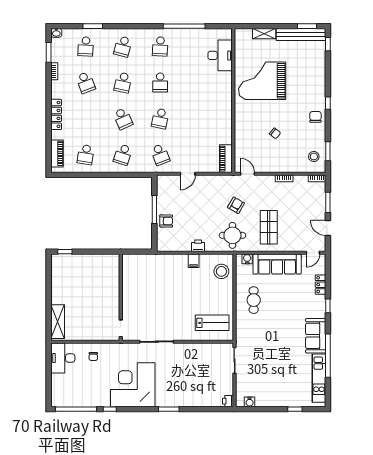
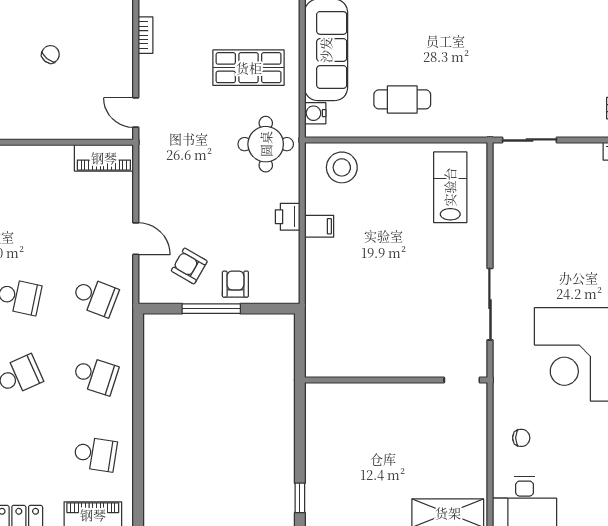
school desk: (160, 155) -> (95, 297), turned 42
door: (247, 174) -> (136, 112), hinge flipped
armchair: (236, 205) -> (189, 266), moved

